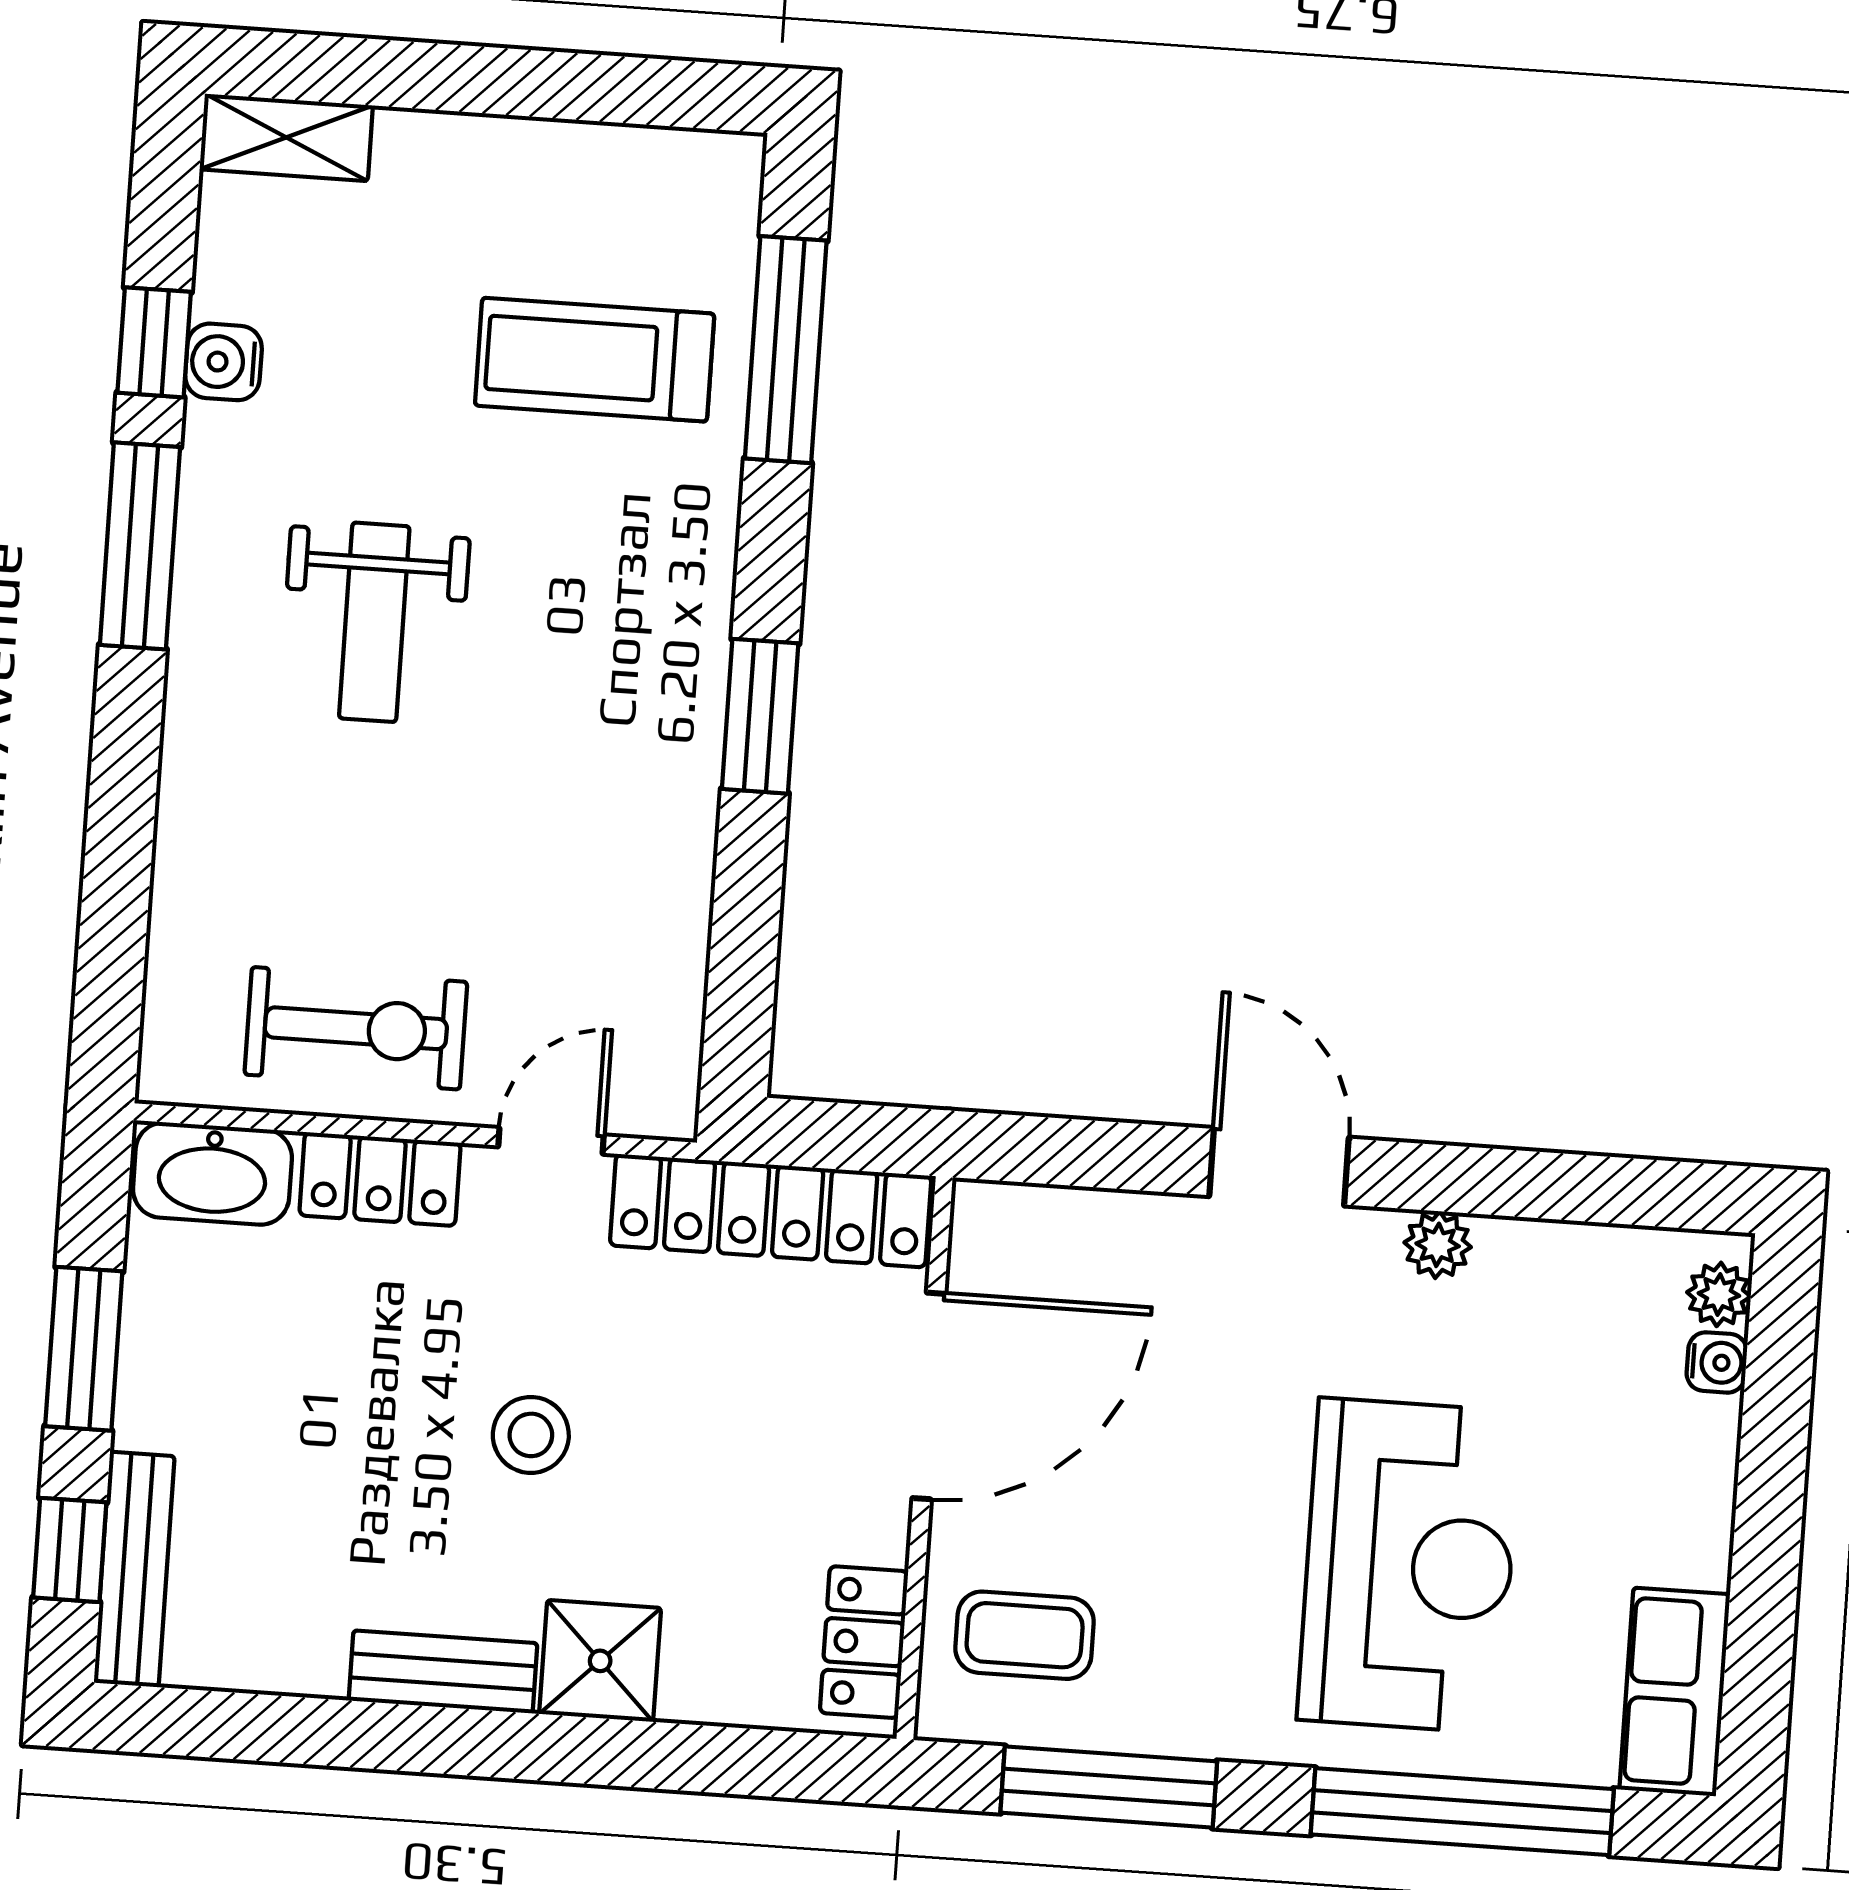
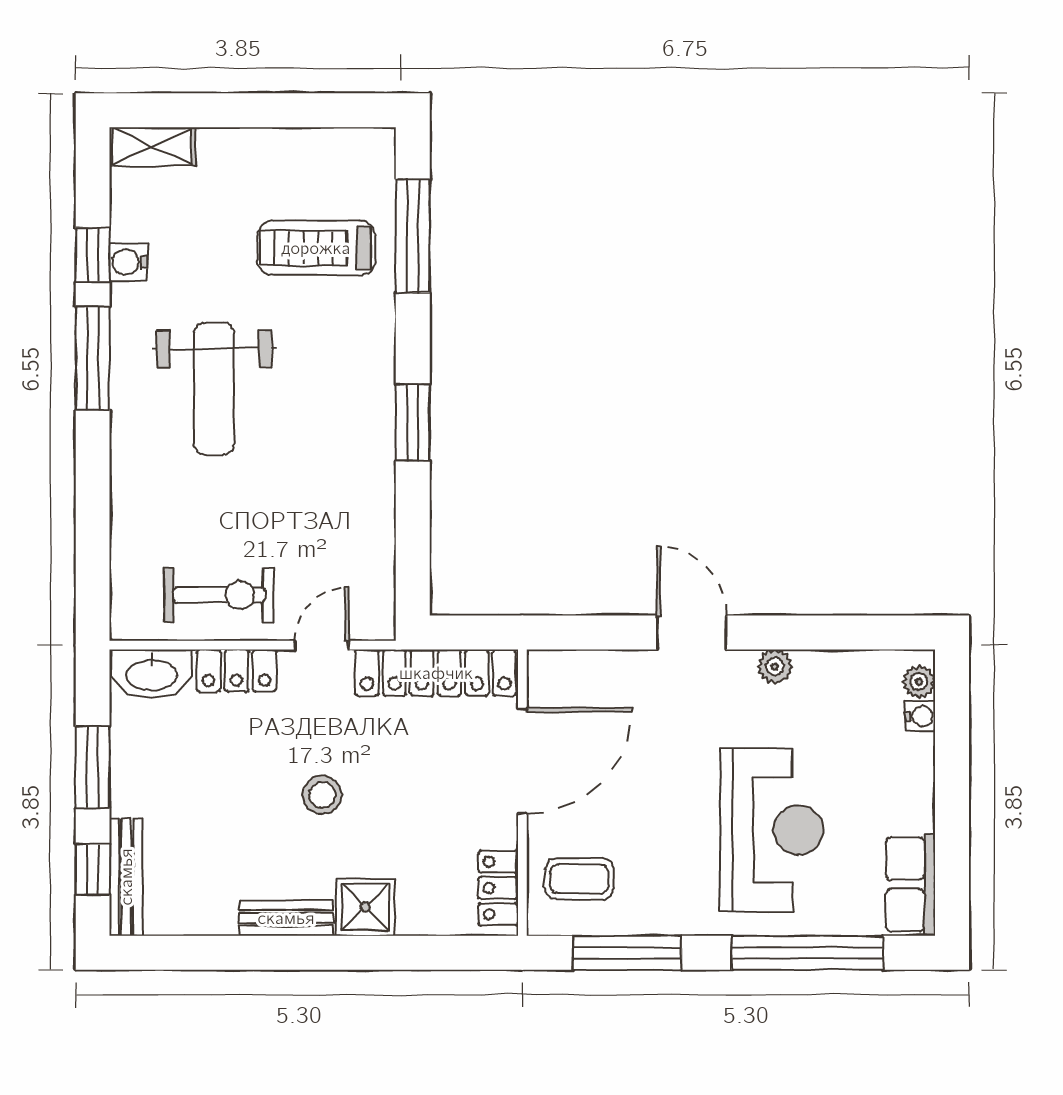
weight bench: (374, 622) -> (214, 389), width x1.36, depth x1.33

